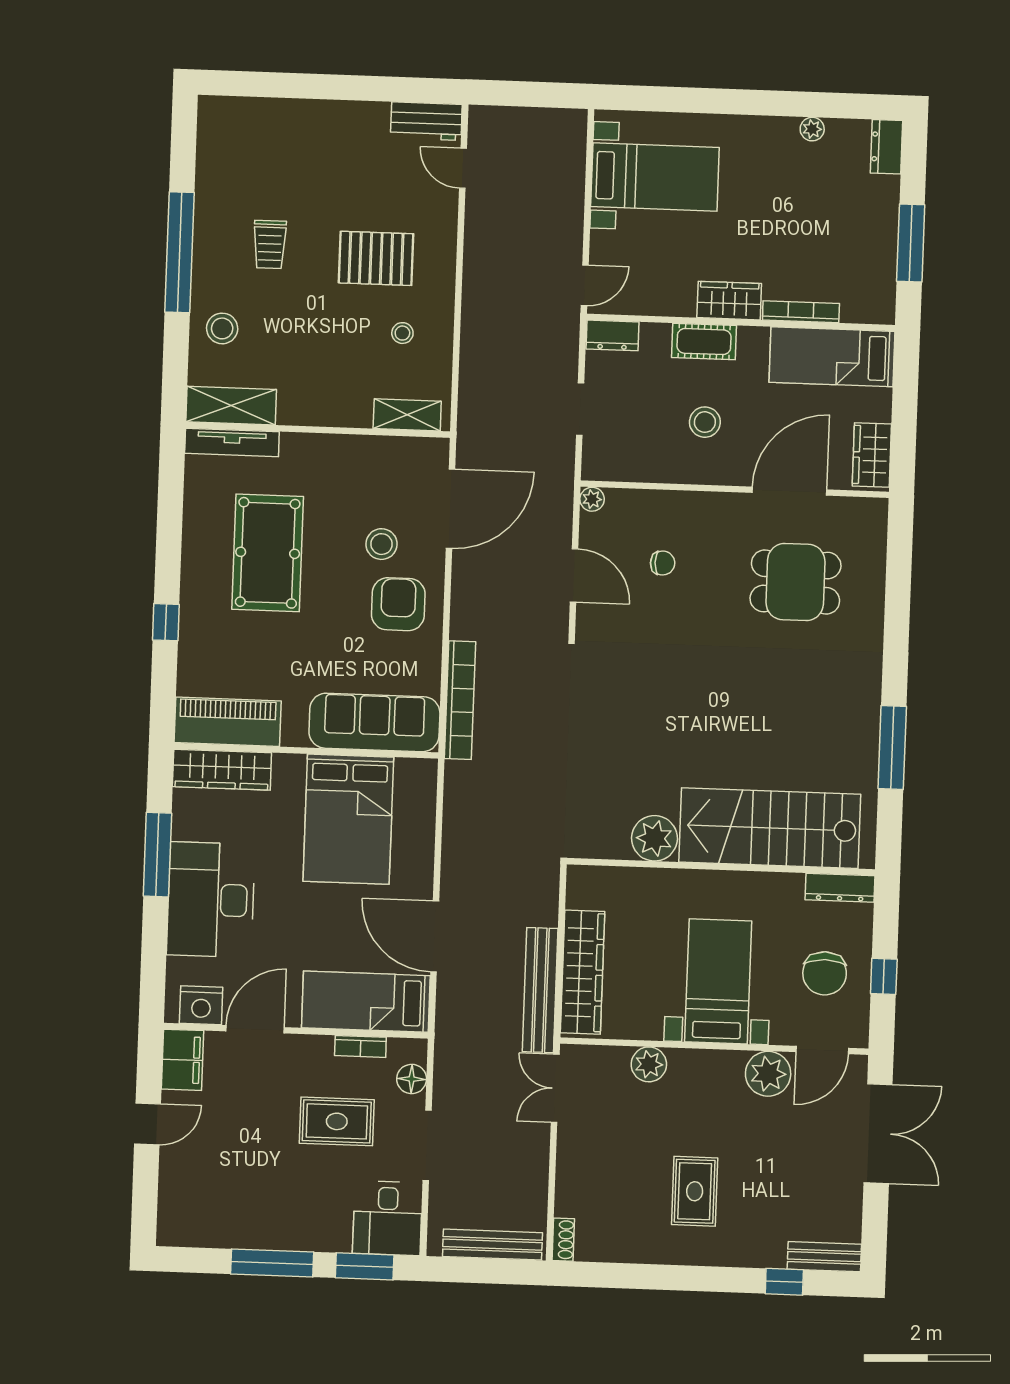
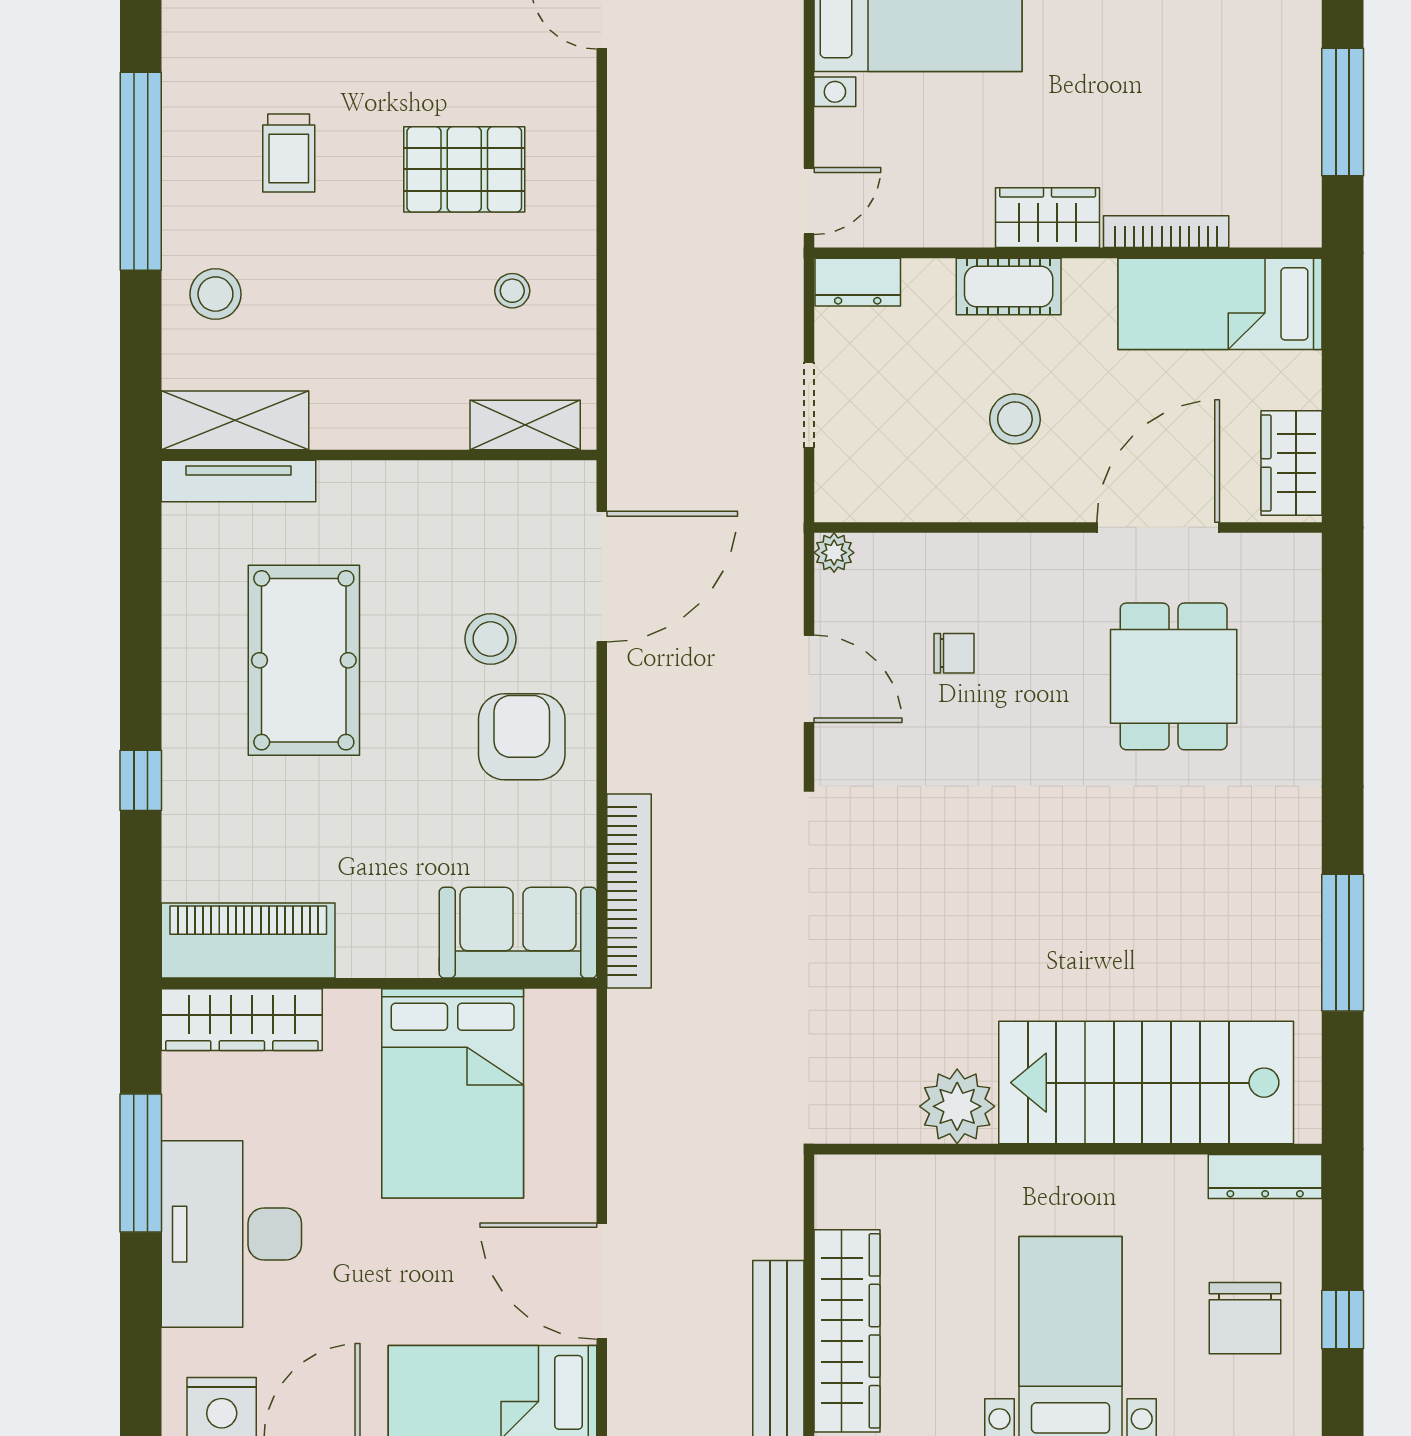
dining table: (795, 582) -> (1174, 676), turned 90
sofa: (374, 722) -> (518, 933), width x0.73

